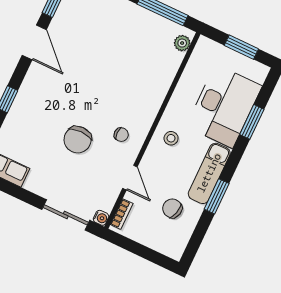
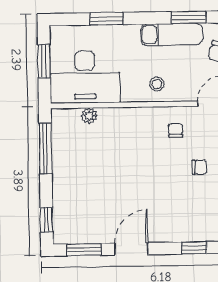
plant: (182, 43) -> (89, 116), moved
desk: (224, 106) -> (85, 77), moved, turned 180
chair: (78, 140) -> (199, 167), width x0.54, depth x0.54

